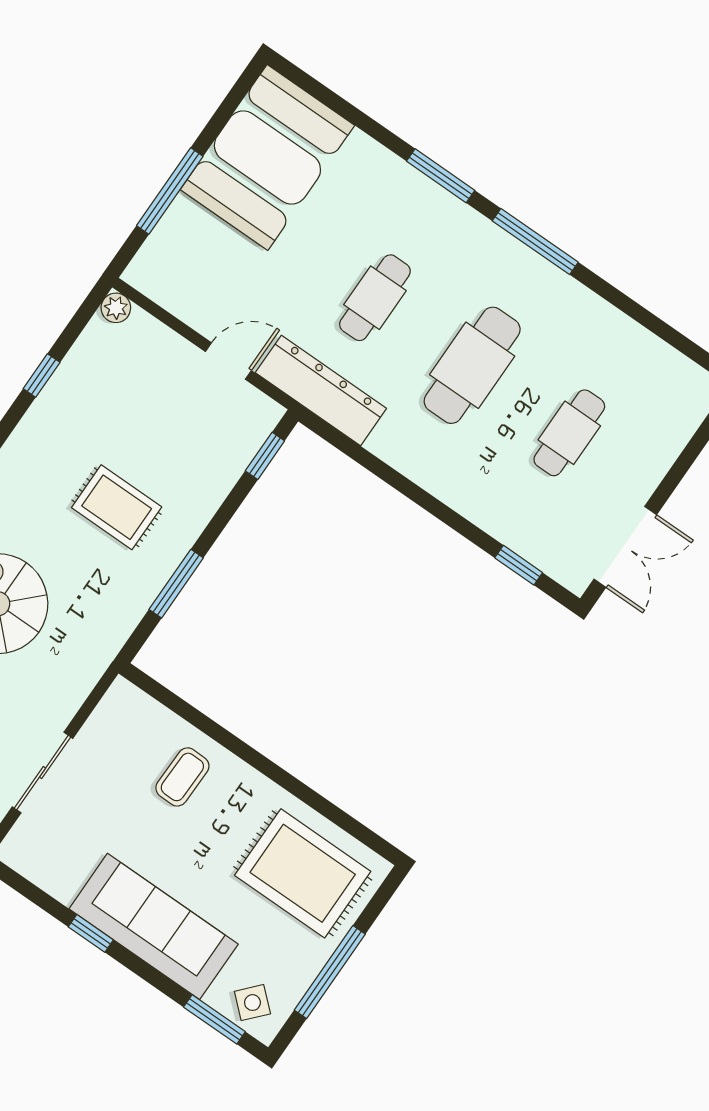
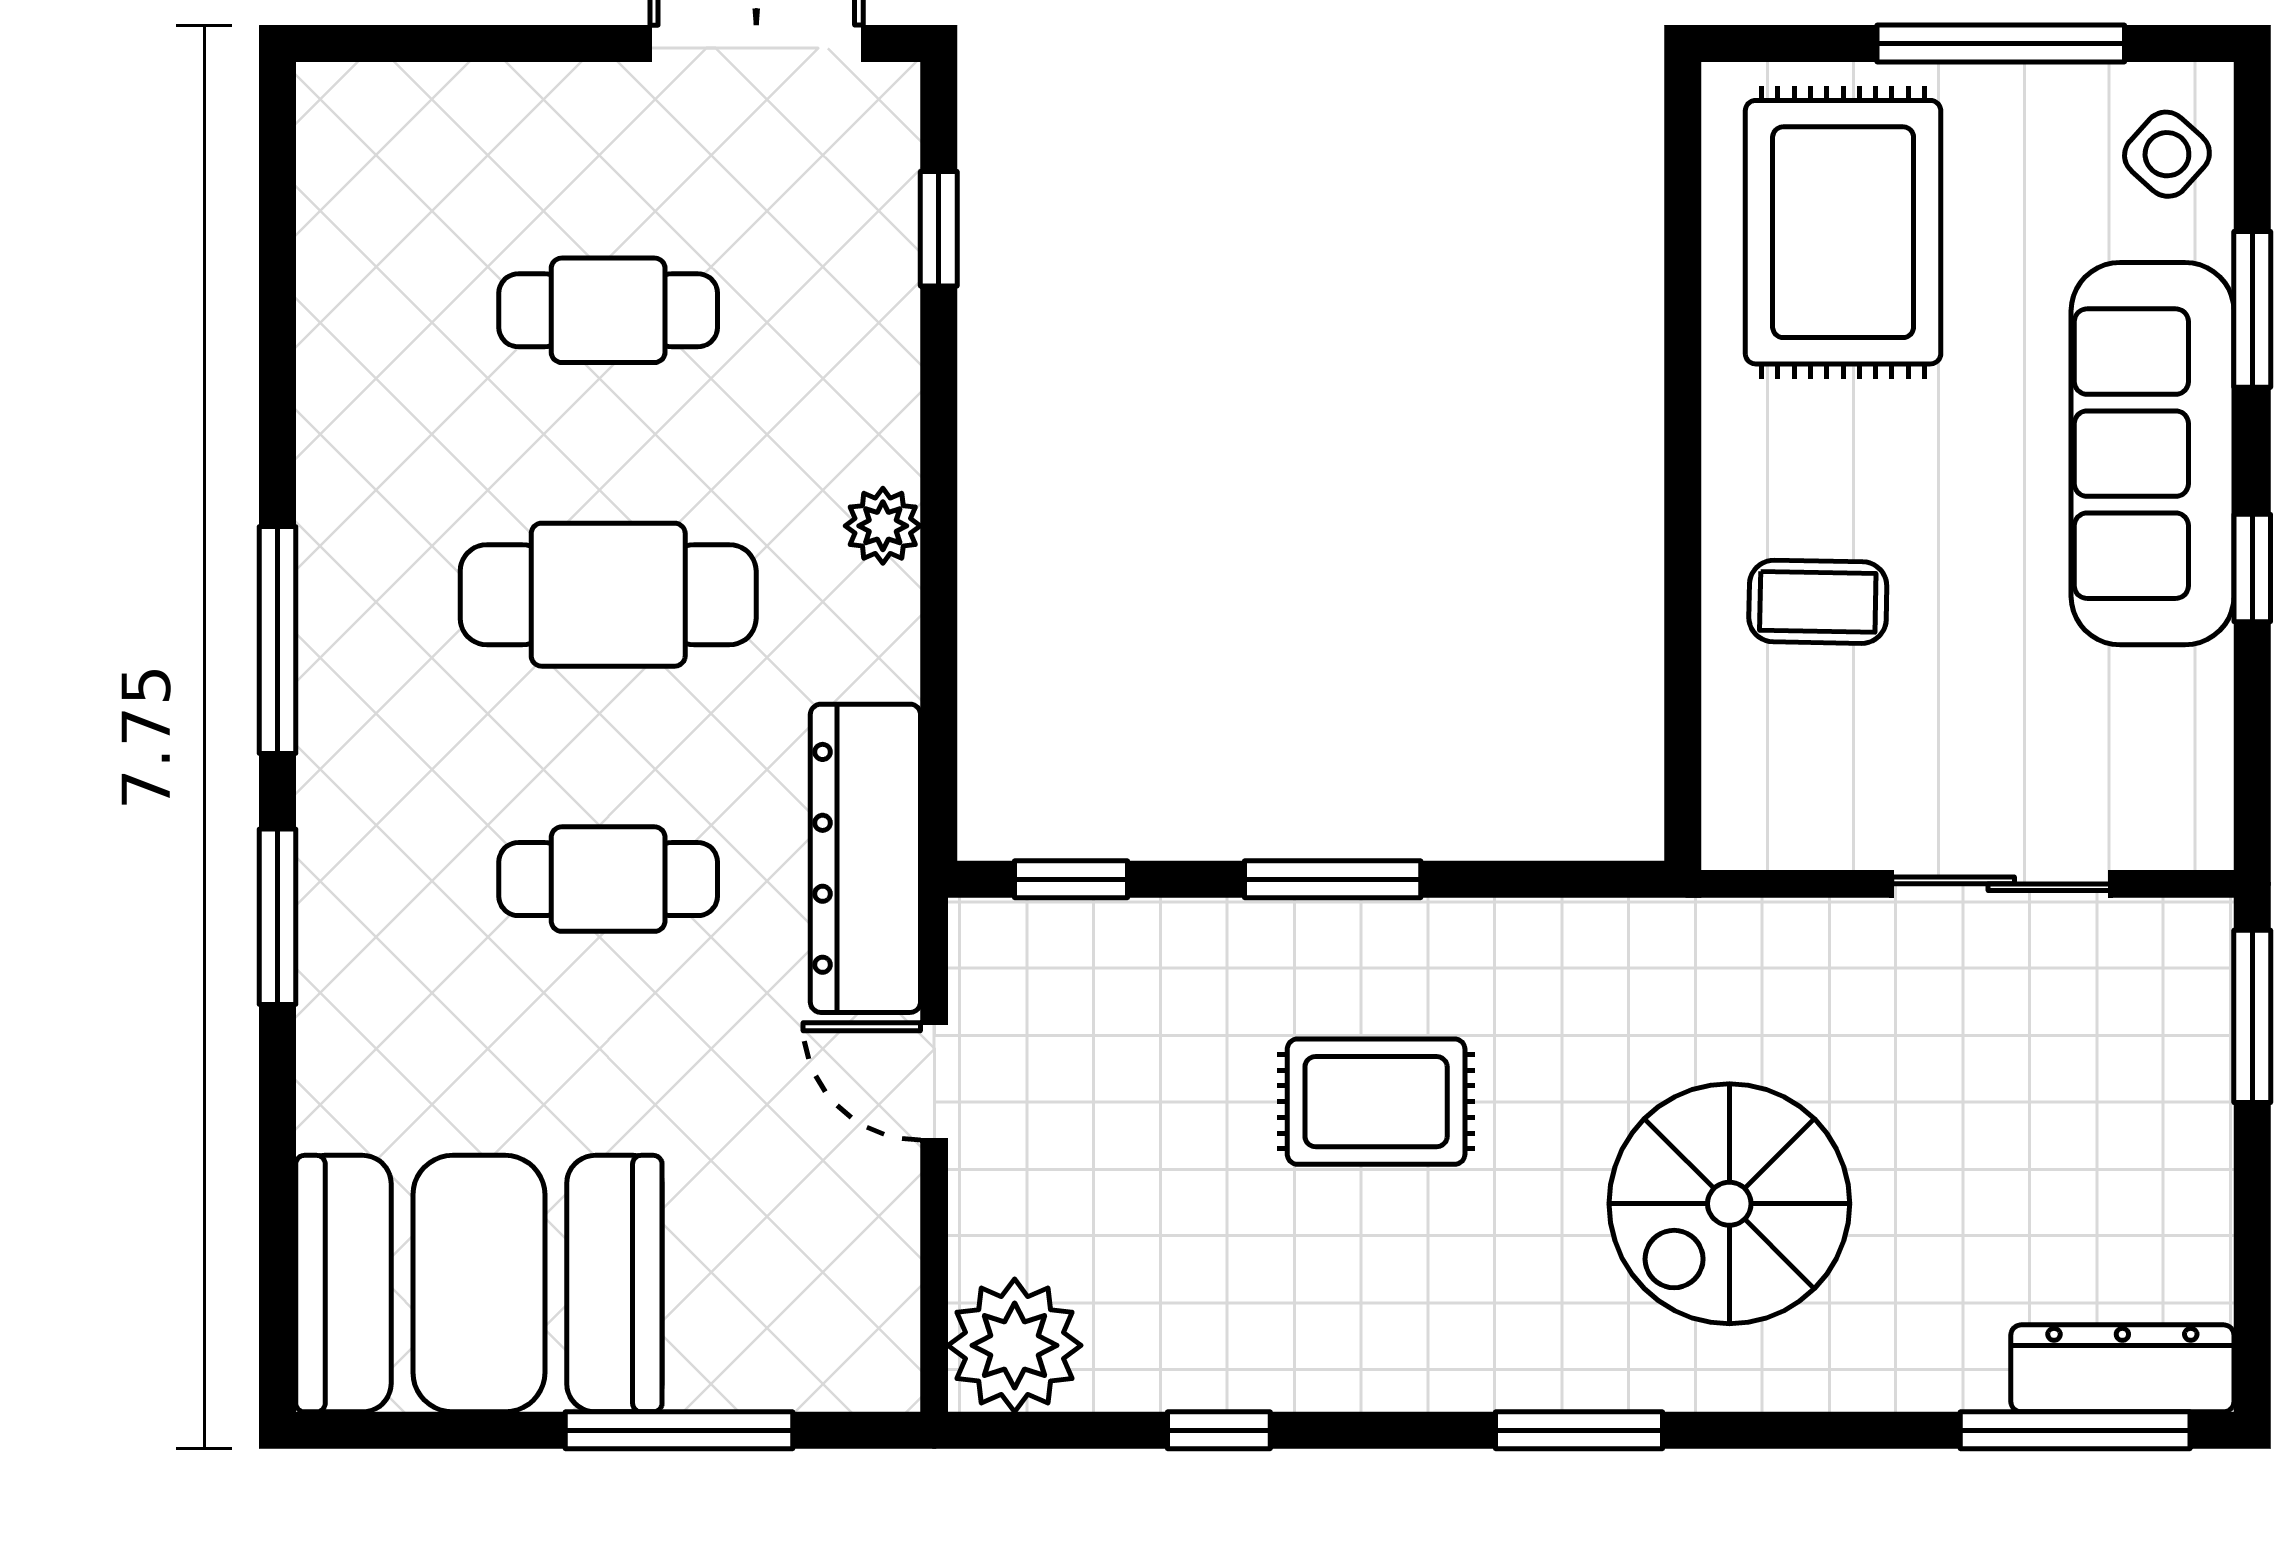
plant: (116, 308) -> (1015, 1345), width x1.87, depth x1.87
plant: (430, 475) -> (883, 526), added
rug: (117, 507) -> (1376, 1102), turned 90
window: (176, 584) -> (1333, 879), moved
window: (214, 1019) -> (2252, 309), moved

